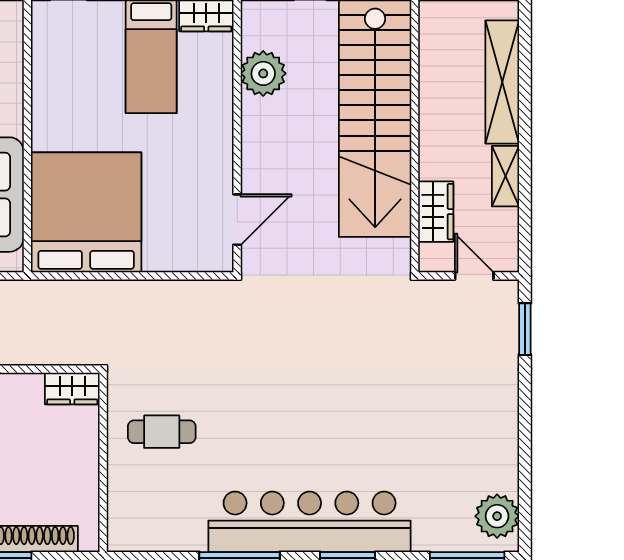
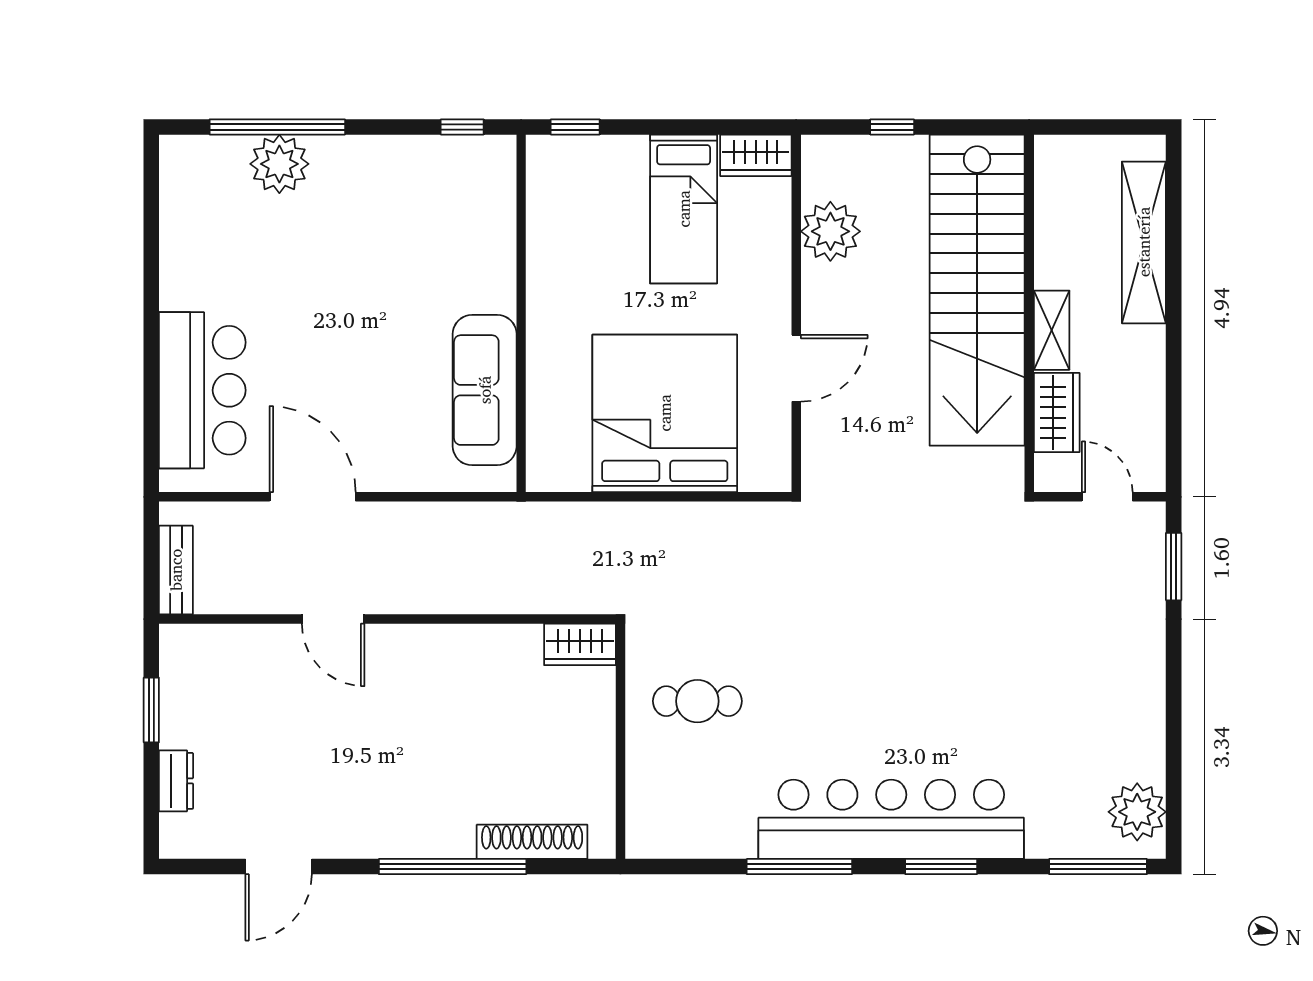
shelving: (505, 176) -> (1052, 330), moved
bed: (86, 212) -> (665, 413), moved
door: (237, 220) -> (796, 368), moved

